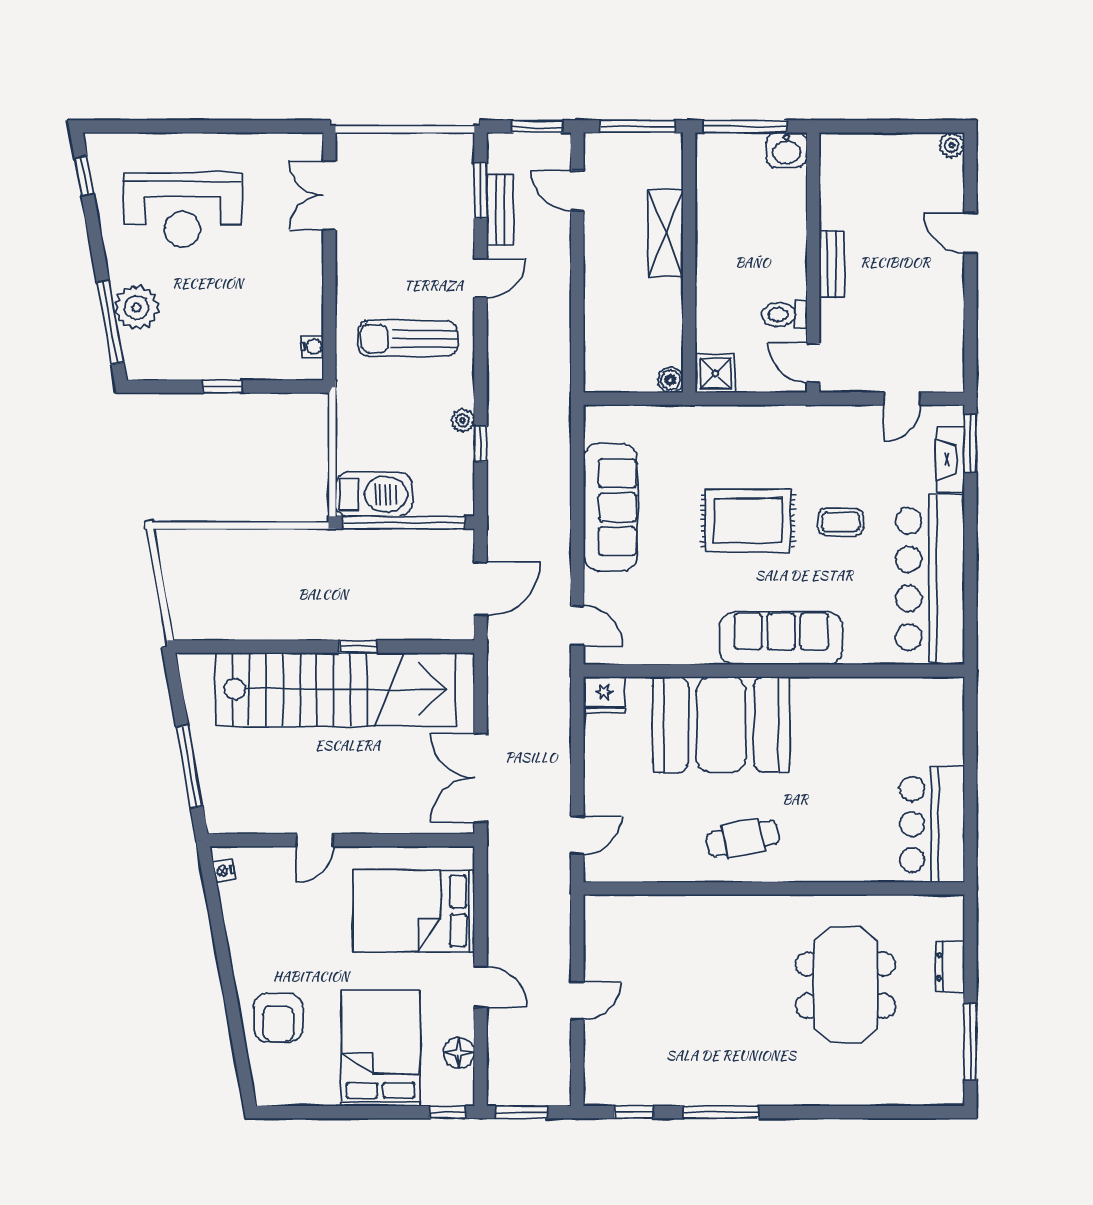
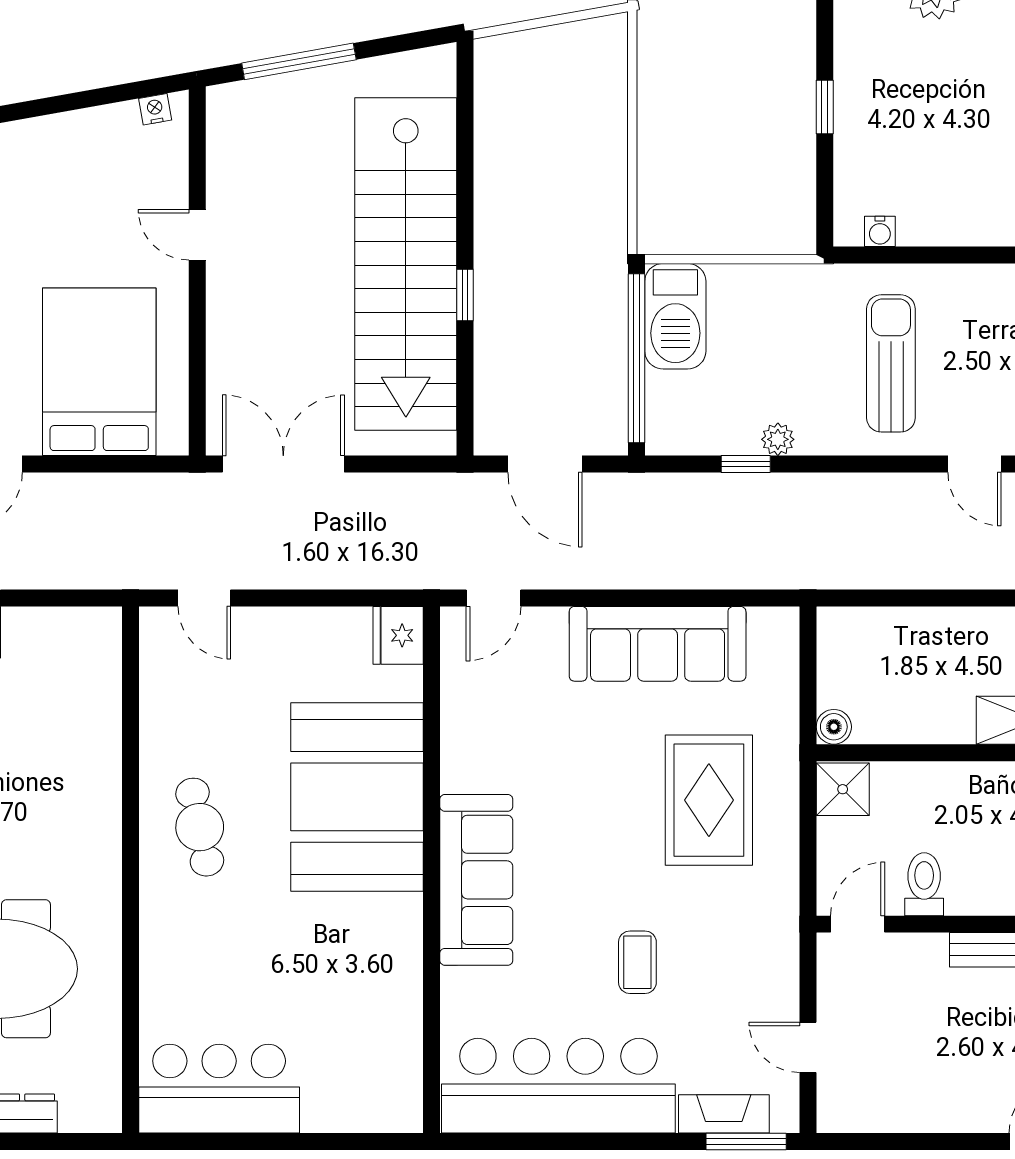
rug: (748, 521) -> (709, 800), moved

